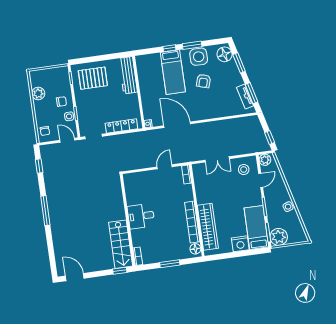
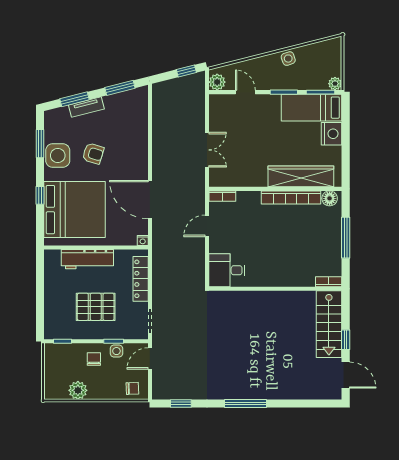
window: (192, 45) -> (40, 144), moved
floor lamp: (225, 54) -> (59, 118), removed
bed: (173, 72) -> (75, 210), width x2.04
workbench: (128, 75) -> (87, 259), moved
pallet: (93, 78) -> (96, 307), moved, turned 90
tv unit: (245, 97) -> (86, 107), moved
door: (177, 125) -> (150, 200), hinge flipped
door: (165, 167) -> (207, 226), hinge flipped
stool: (244, 170) -> (227, 114), removed
desk: (141, 216) -> (227, 270), moved, turned 90
plant: (279, 237) -> (335, 84), width x0.53, depth x0.53
stairs: (121, 244) -> (329, 324), moved, turned 90
window: (170, 264) -> (346, 238), width x1.44
window: (120, 271) -> (346, 340), moved
door: (75, 277) -> (346, 375), swing flipped

